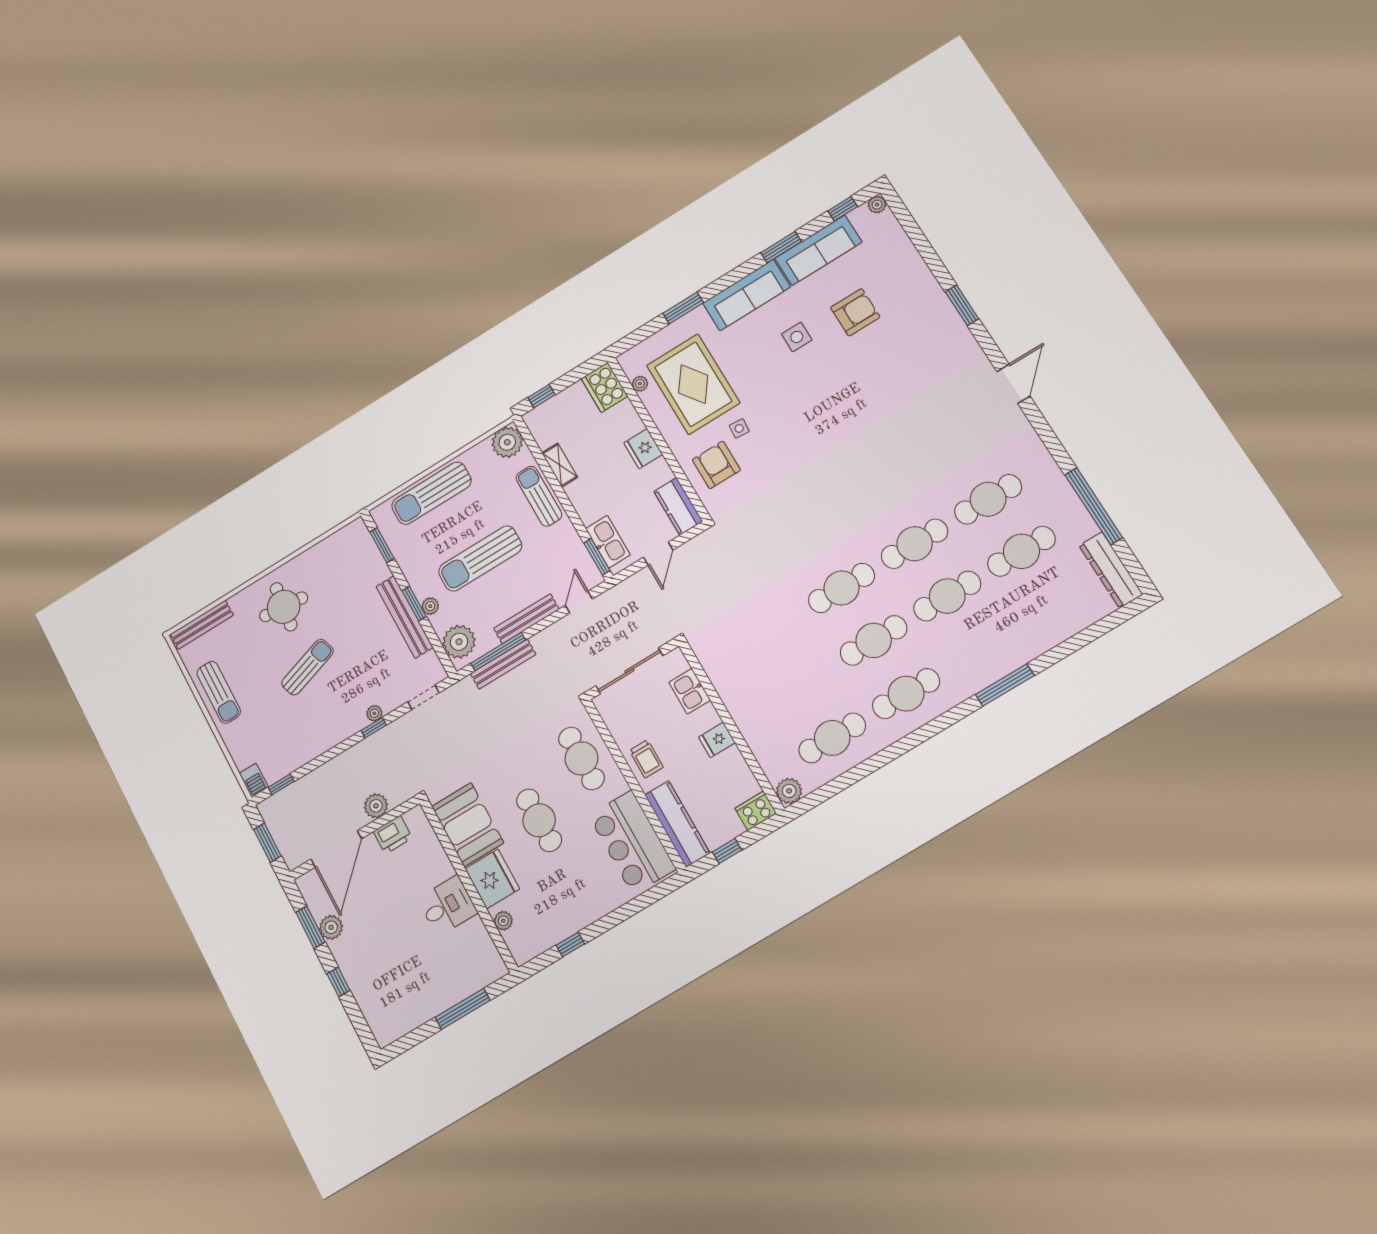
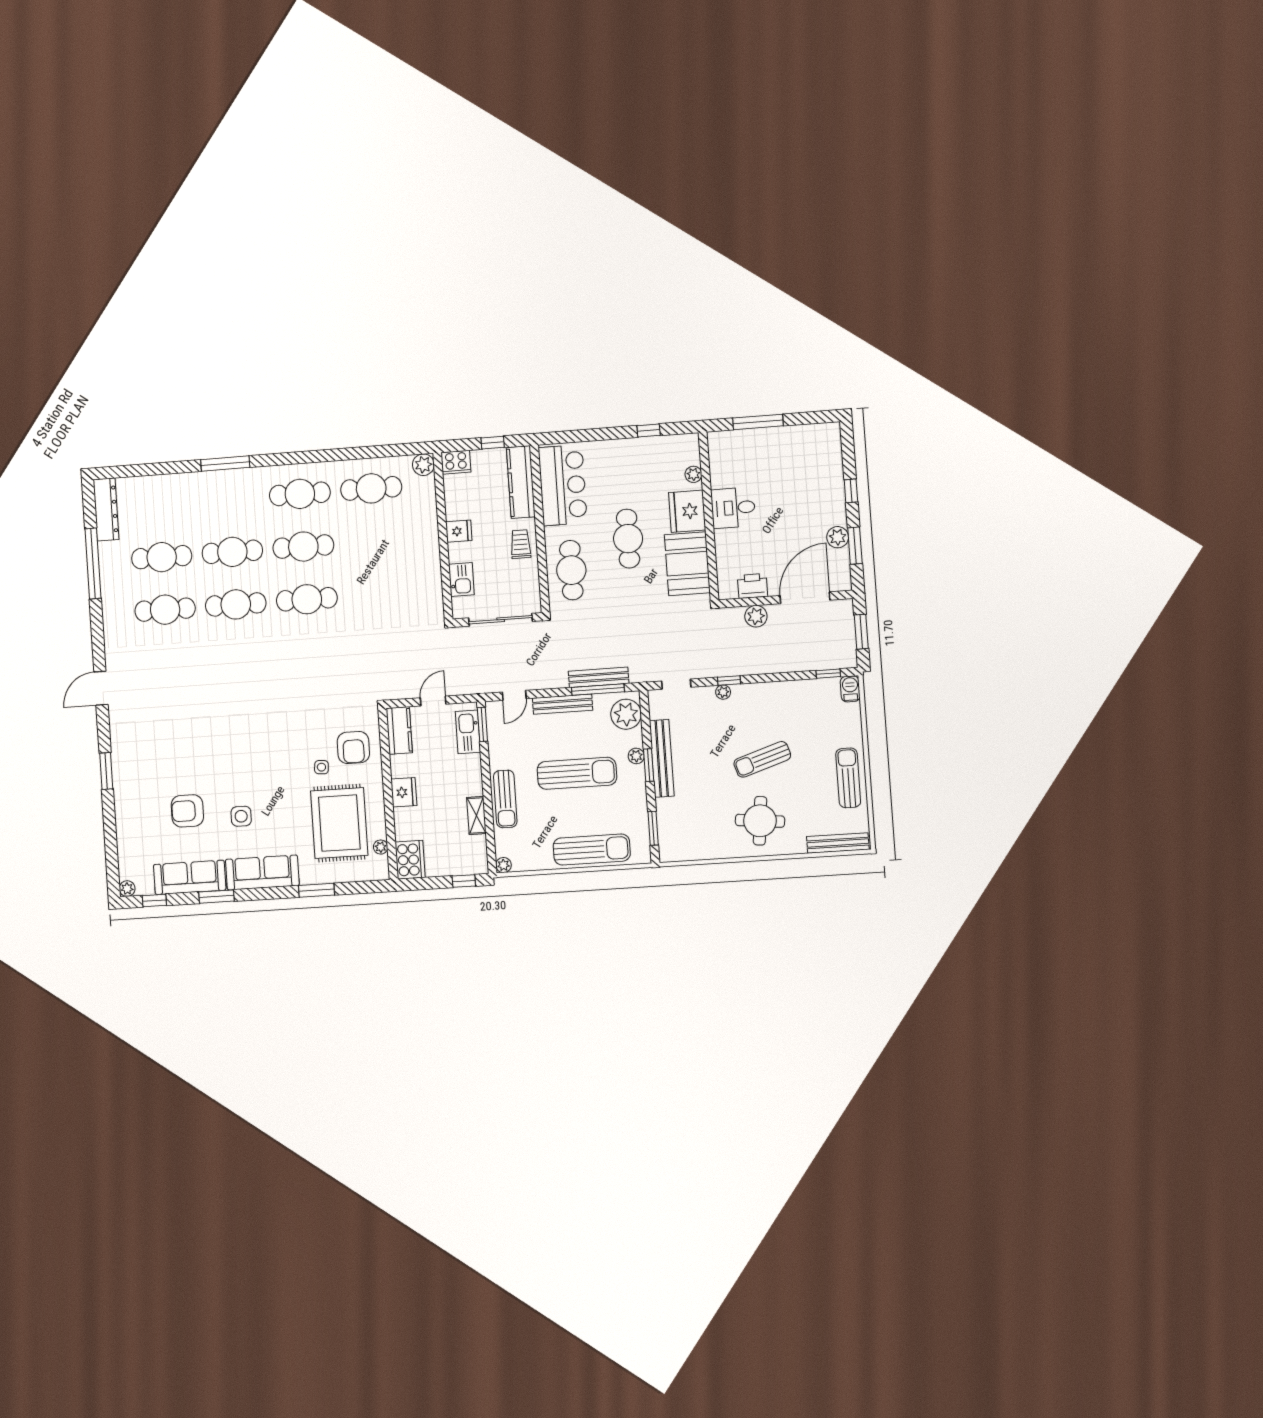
plant: (507, 442) -> (503, 865), width x0.53, depth x0.53

